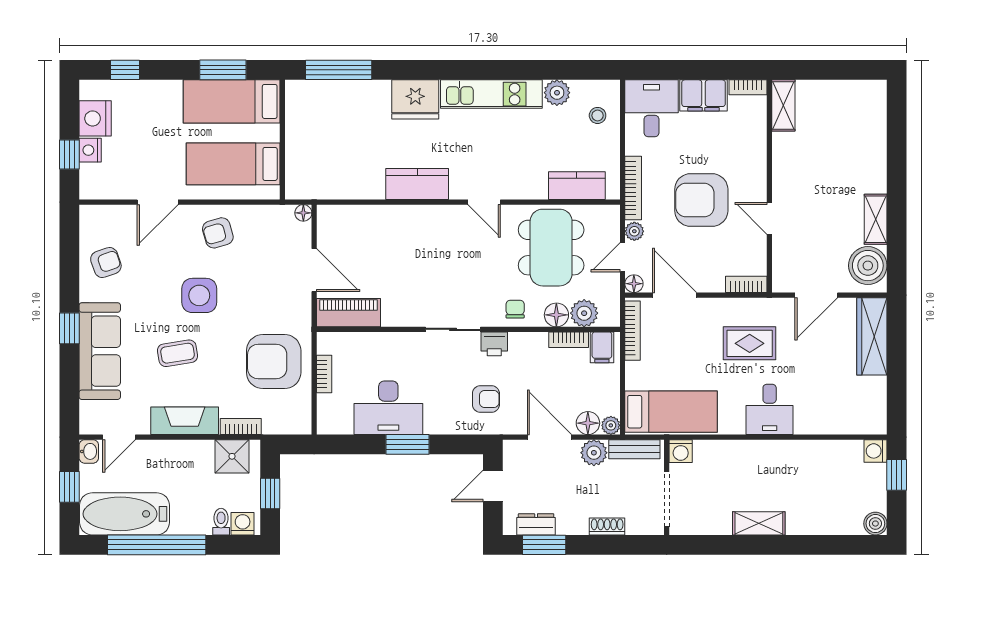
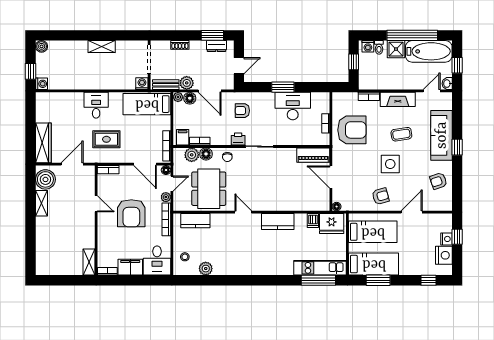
kitchen unit: (491, 94) -> (320, 268), moved
fridge: (415, 99) -> (332, 224), moved, turned 180
dishwasher: (349, 186) -> (313, 220), added
armchair: (701, 200) -> (131, 213), turned 90
shower: (232, 456) -> (396, 49), moved

